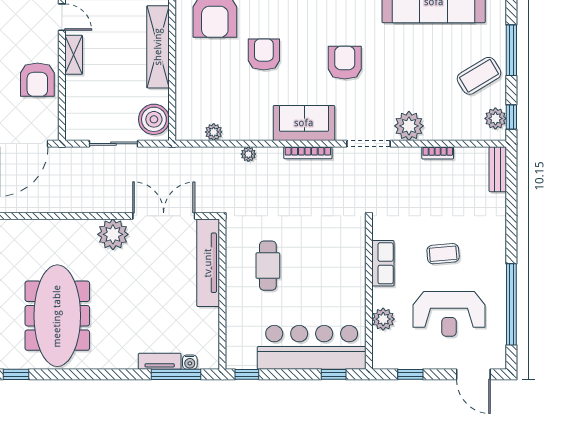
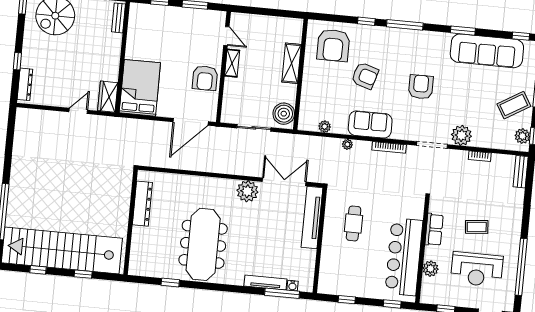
shelving: (158, 47) -> (291, 63), width x0.68
armchair: (264, 54) -> (365, 76), turned 107
sofa: (304, 123) -> (370, 125), moved
bar counter: (312, 347) -> (404, 257), moved, turned -90
tv unit: (160, 361) -> (265, 282), width x1.41
window: (247, 374) -> (347, 300), moved

